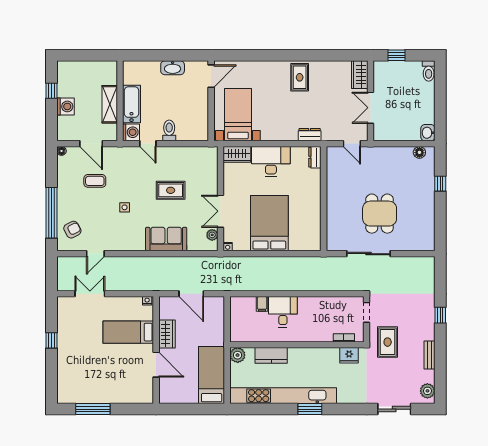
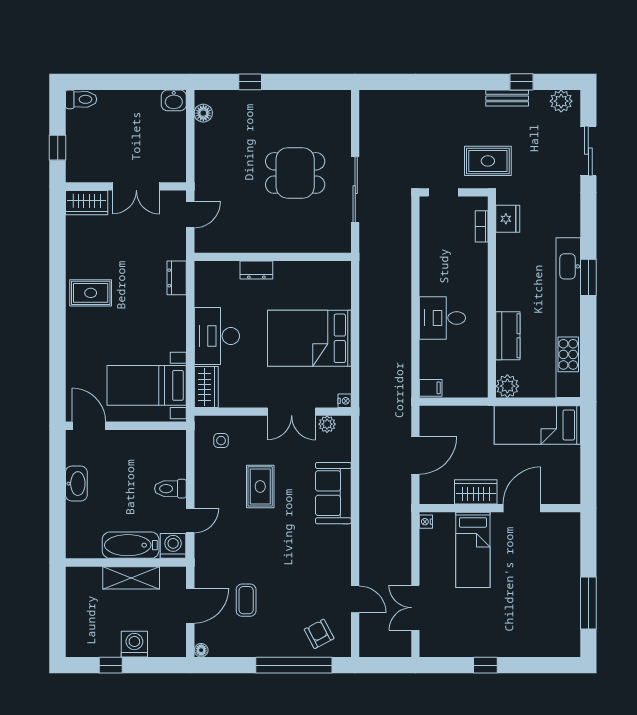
dresser: (315, 157) -> (256, 270), moved
side table: (125, 207) -> (221, 441), moved
filing cabinet: (262, 304) -> (431, 388), moved
window: (440, 315) -> (522, 82), moved

